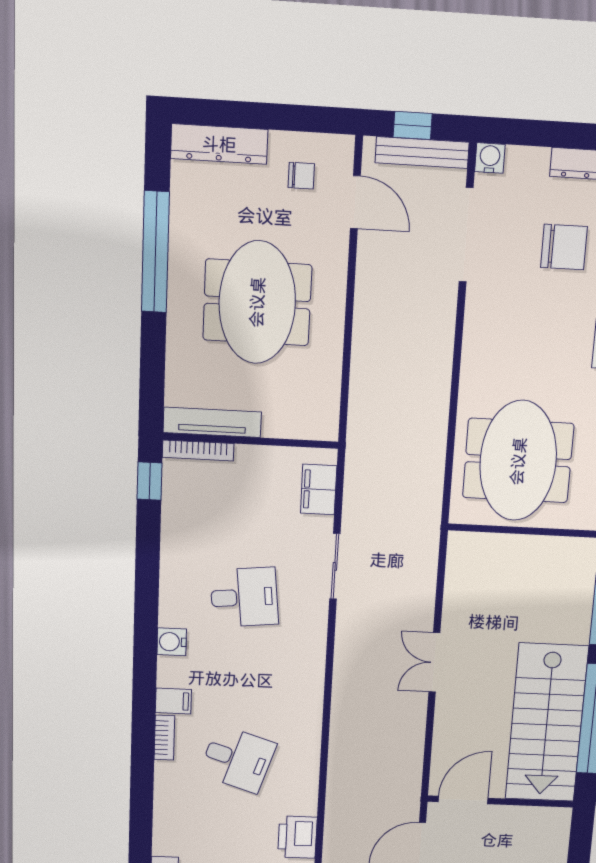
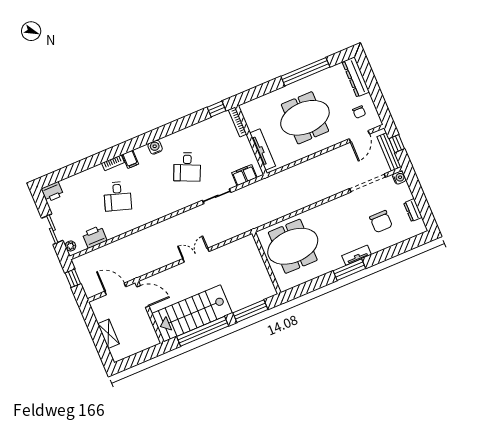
tv unit: (212, 422) -> (263, 150), moved
desk: (244, 597) -> (187, 167), turned 30

